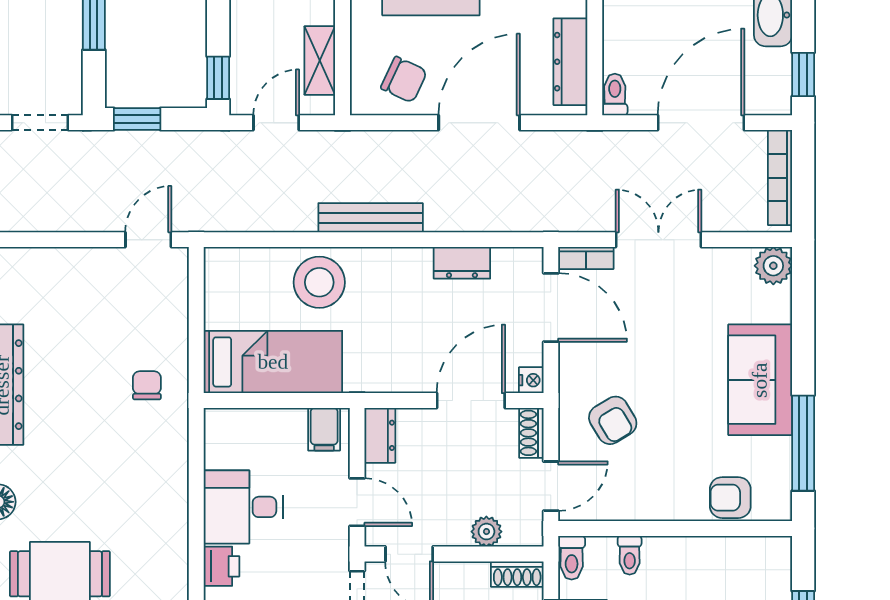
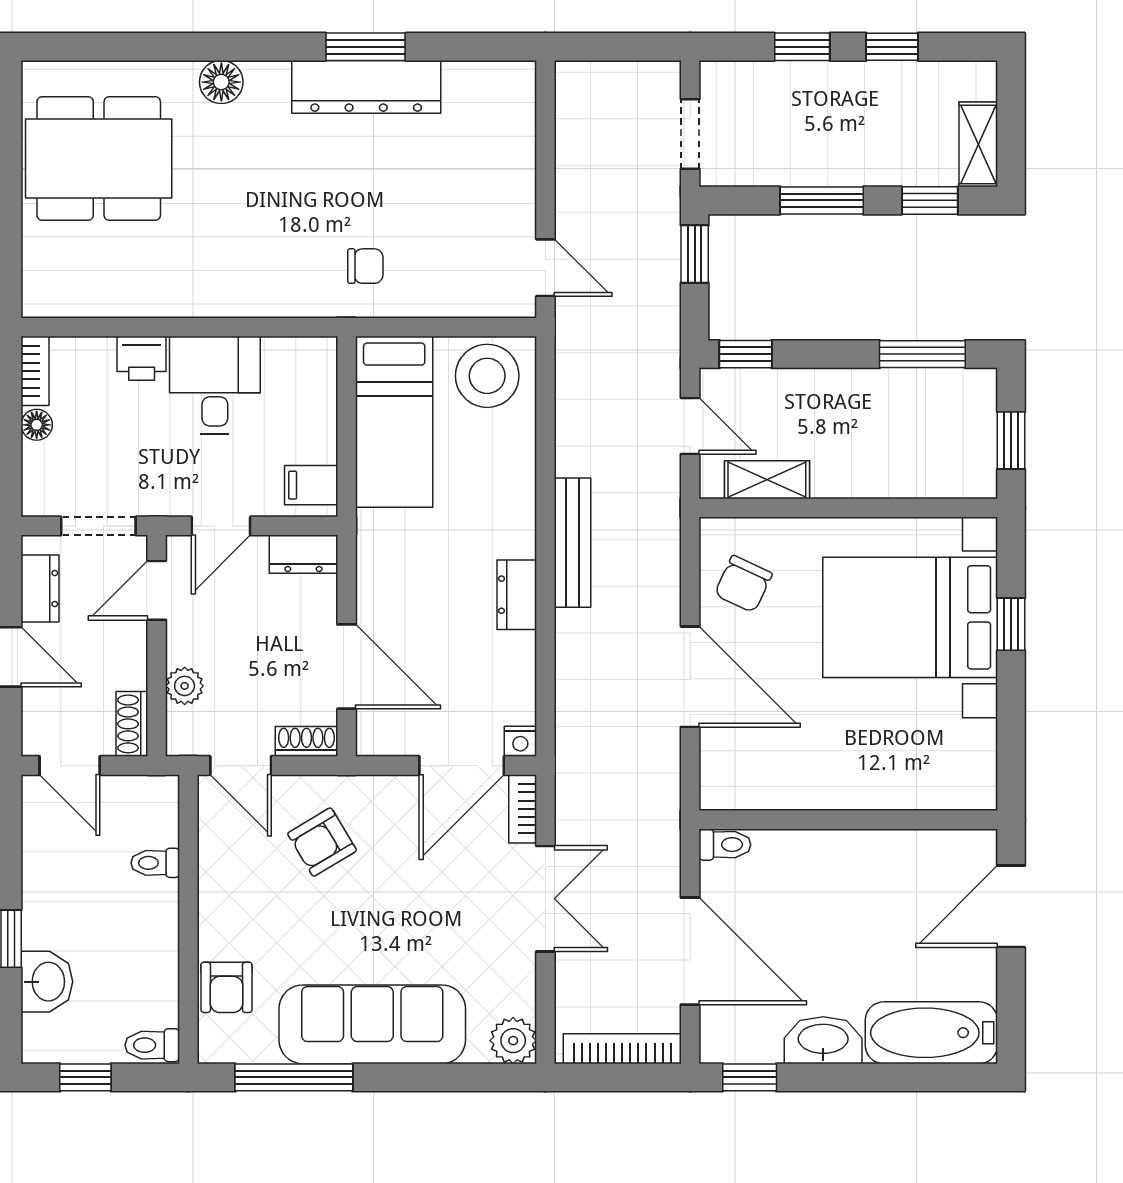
dresser: (570, 62) -> (765, 790), removed
dresser: (462, 263) -> (517, 595), moved
stool: (319, 282) -> (487, 376), moved
nightstand: (531, 380) -> (520, 741), moved
sofa: (760, 380) -> (372, 1024), width x1.36
armchair: (730, 498) -> (226, 987), turned 180
toilet: (572, 558) -> (152, 1045), moved

